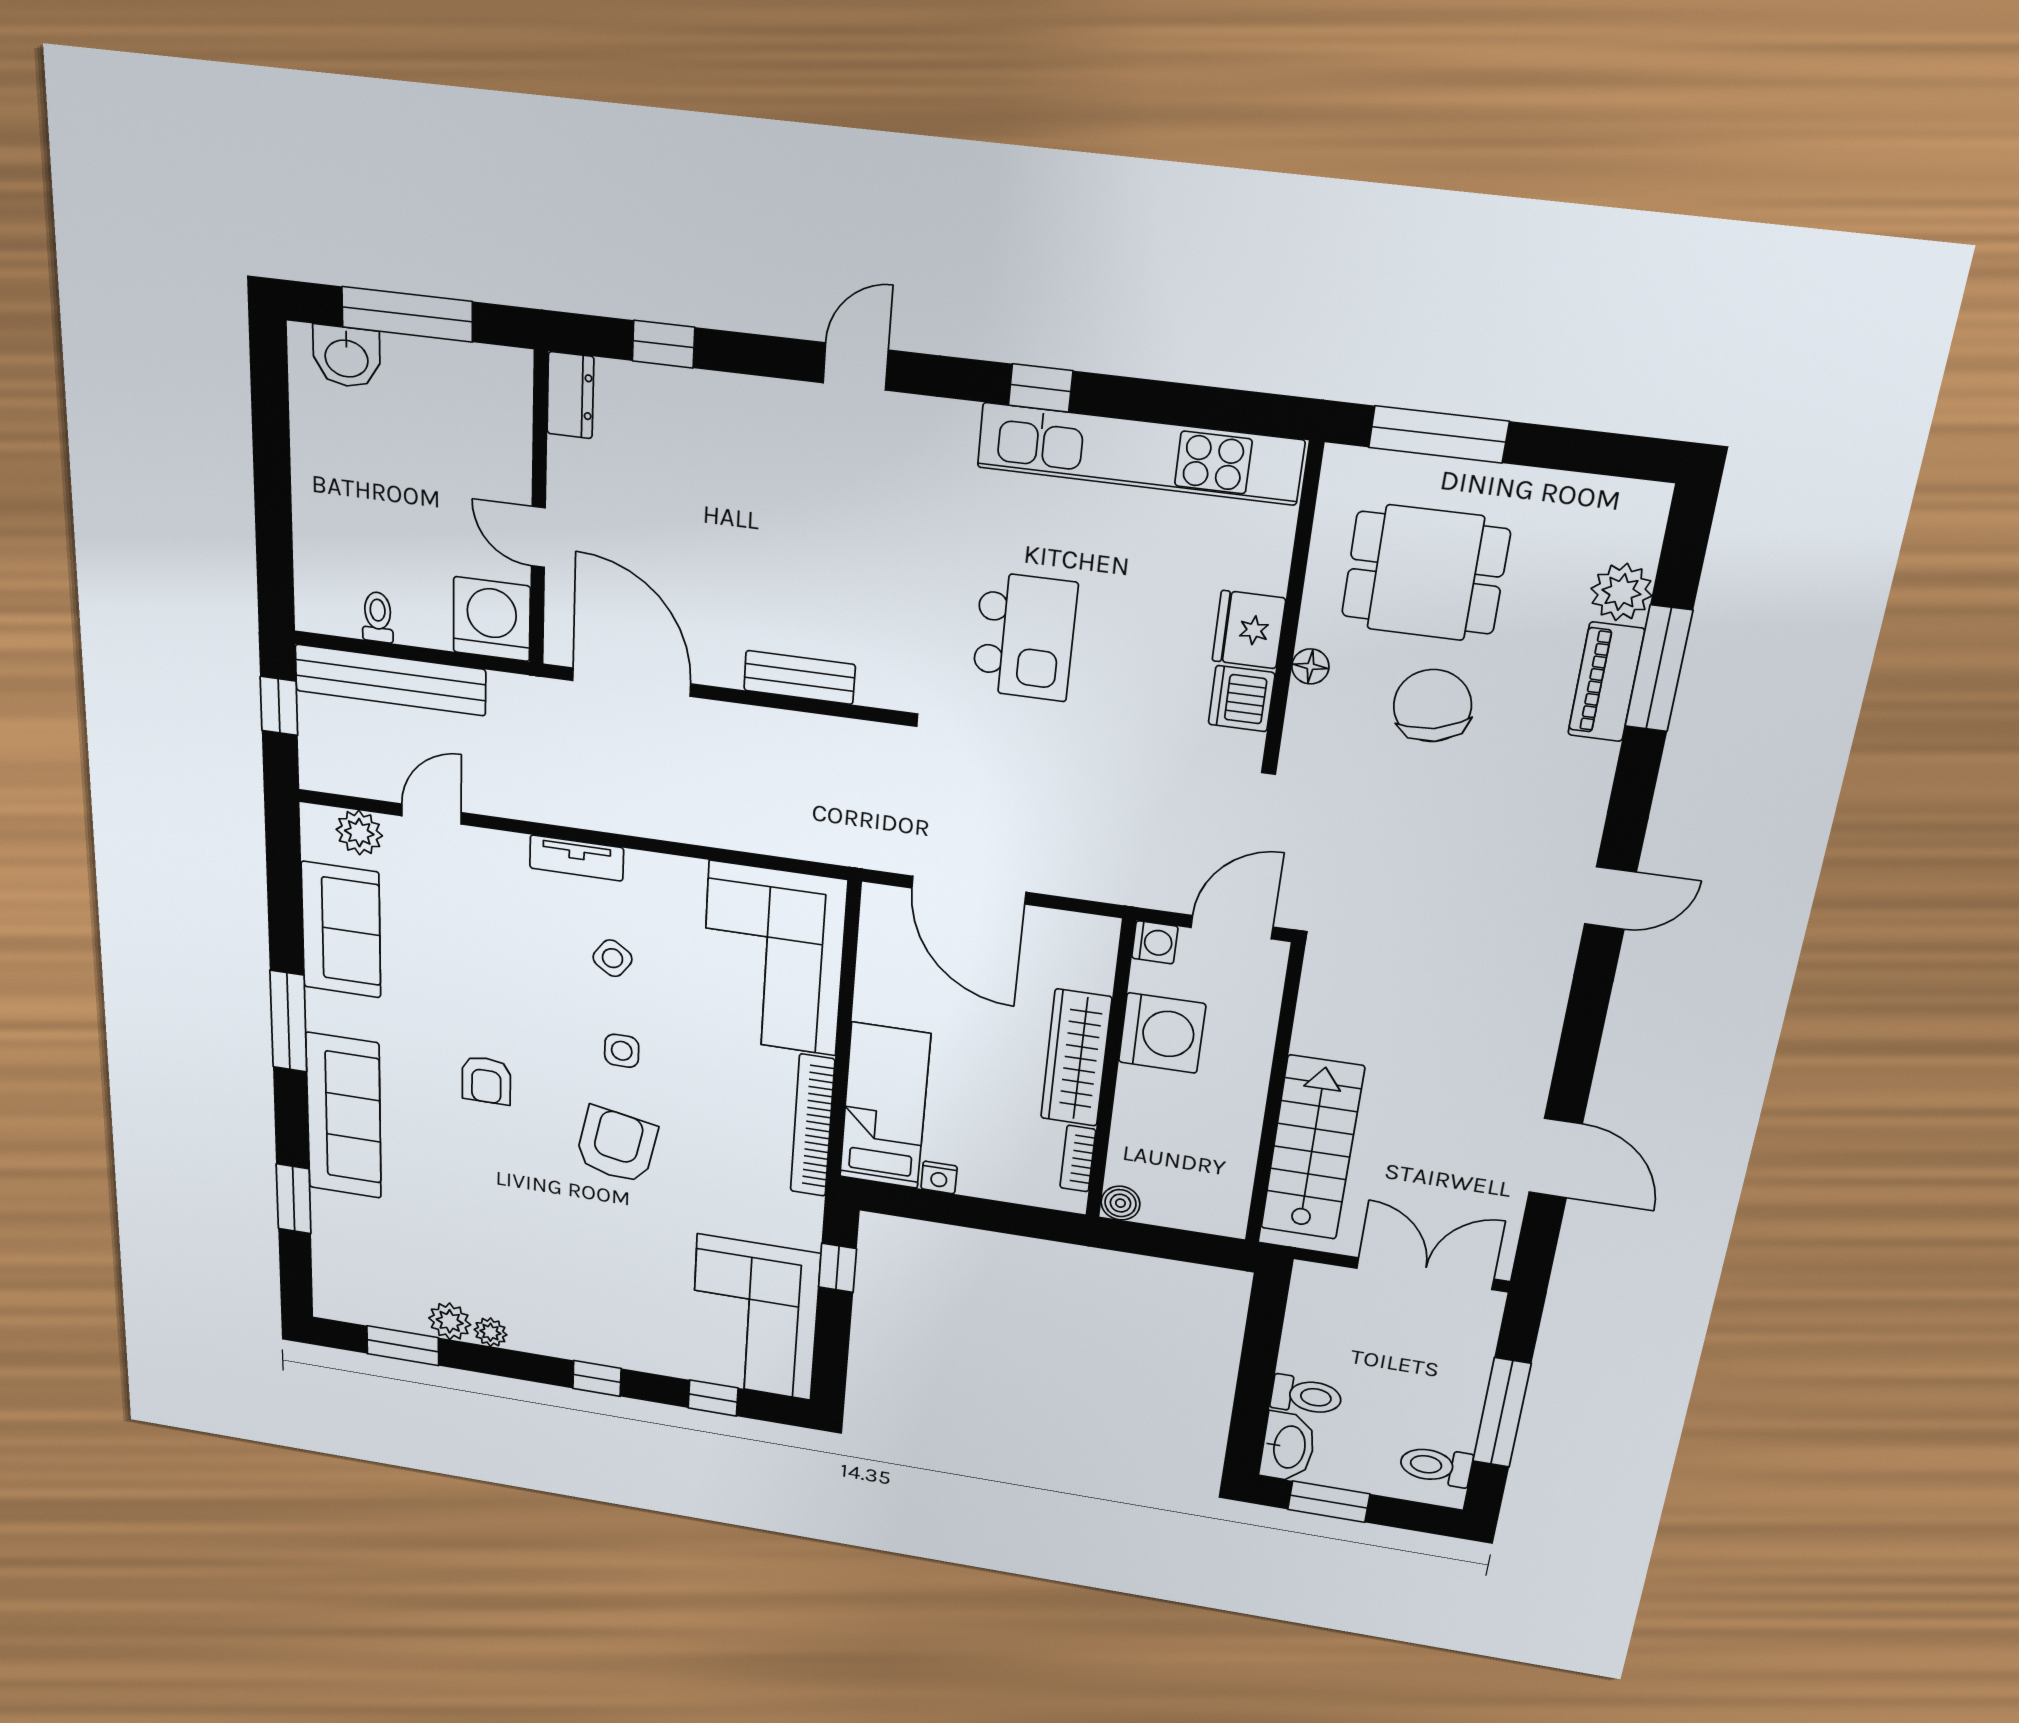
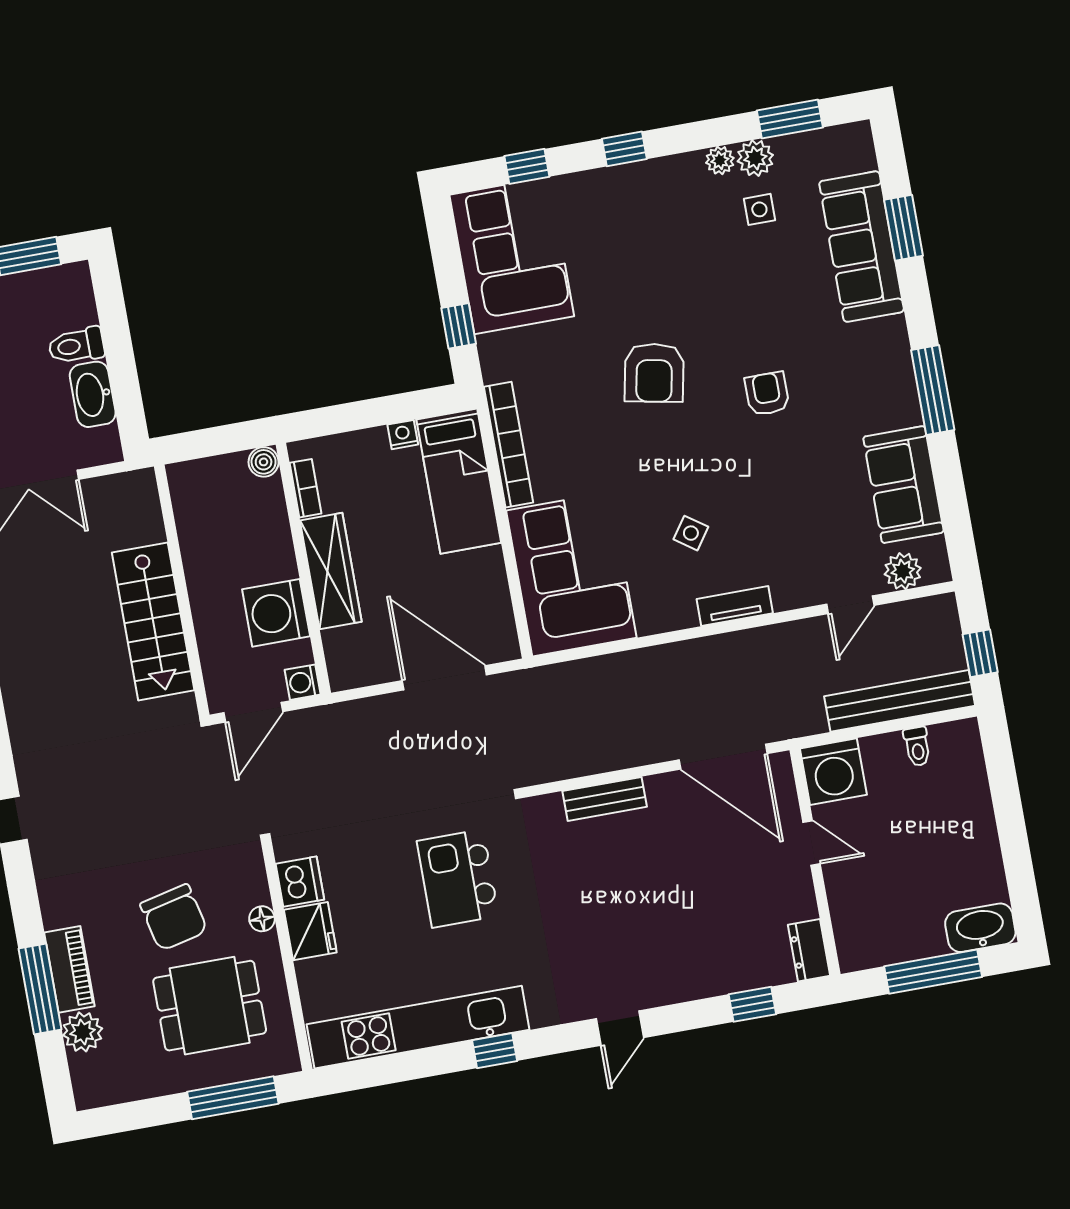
washbasin: (346, 357) -> (980, 928), width x1.38
side table: (622, 1051) -> (759, 209), moved
sofa: (344, 1116) -> (862, 247), moved
stairs: (1312, 1148) -> (153, 621), moved
washbasin: (1288, 1447) -> (93, 394), moved

